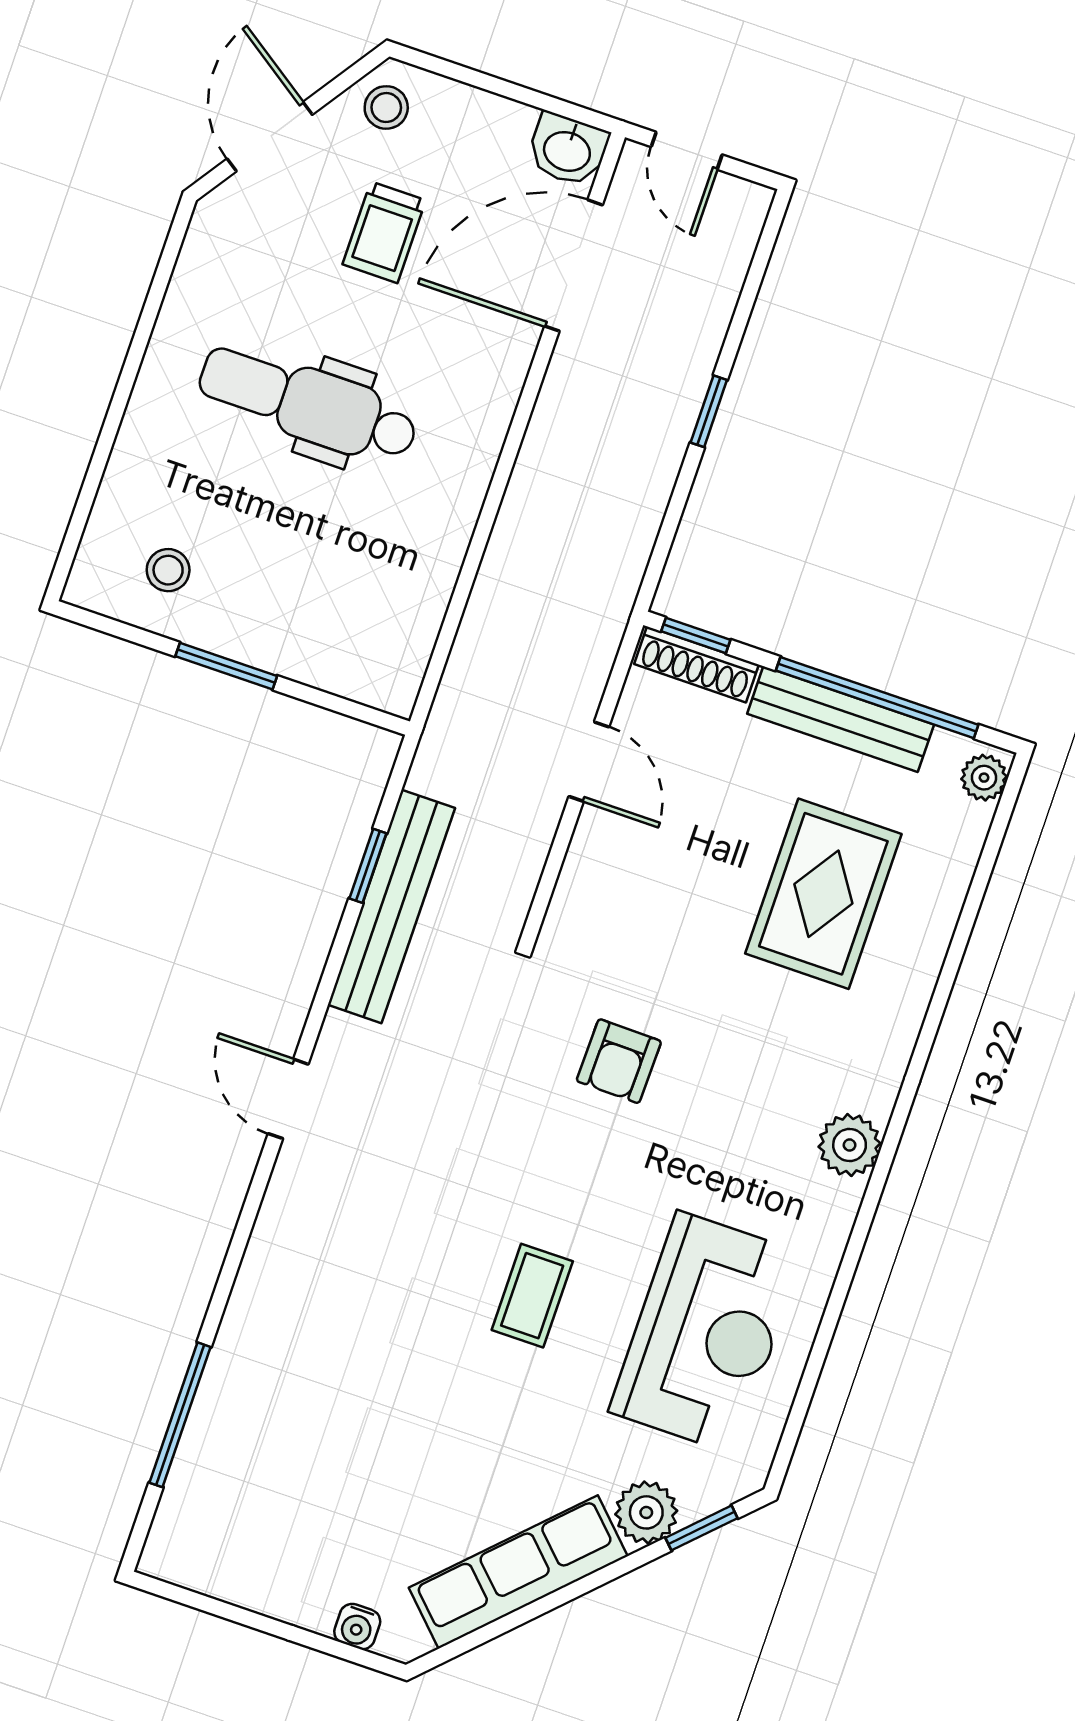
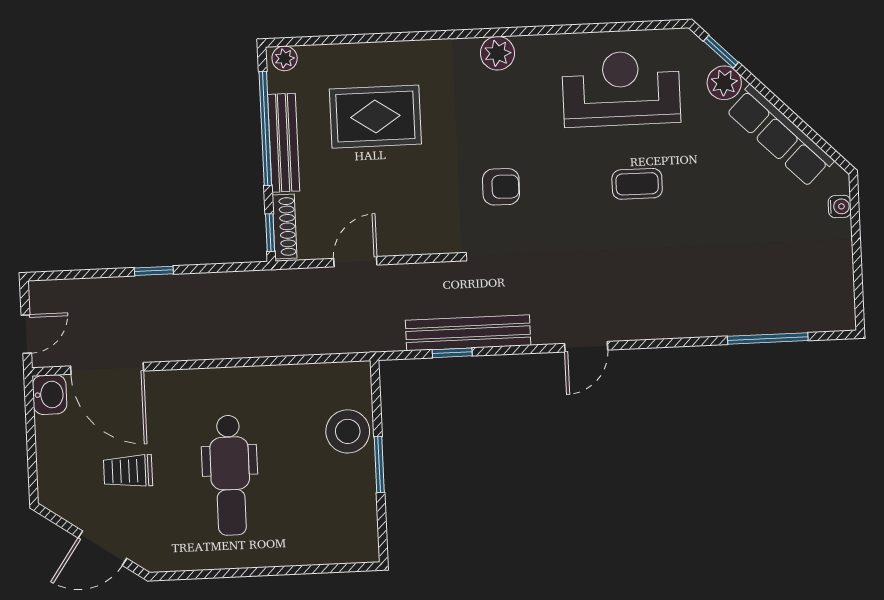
stool: (386, 107) -> (64, 495), removed
trolley: (384, 232) -> (128, 471), turned 180
stool: (168, 570) -> (348, 431), moved, width x1.89, depth x1.89

